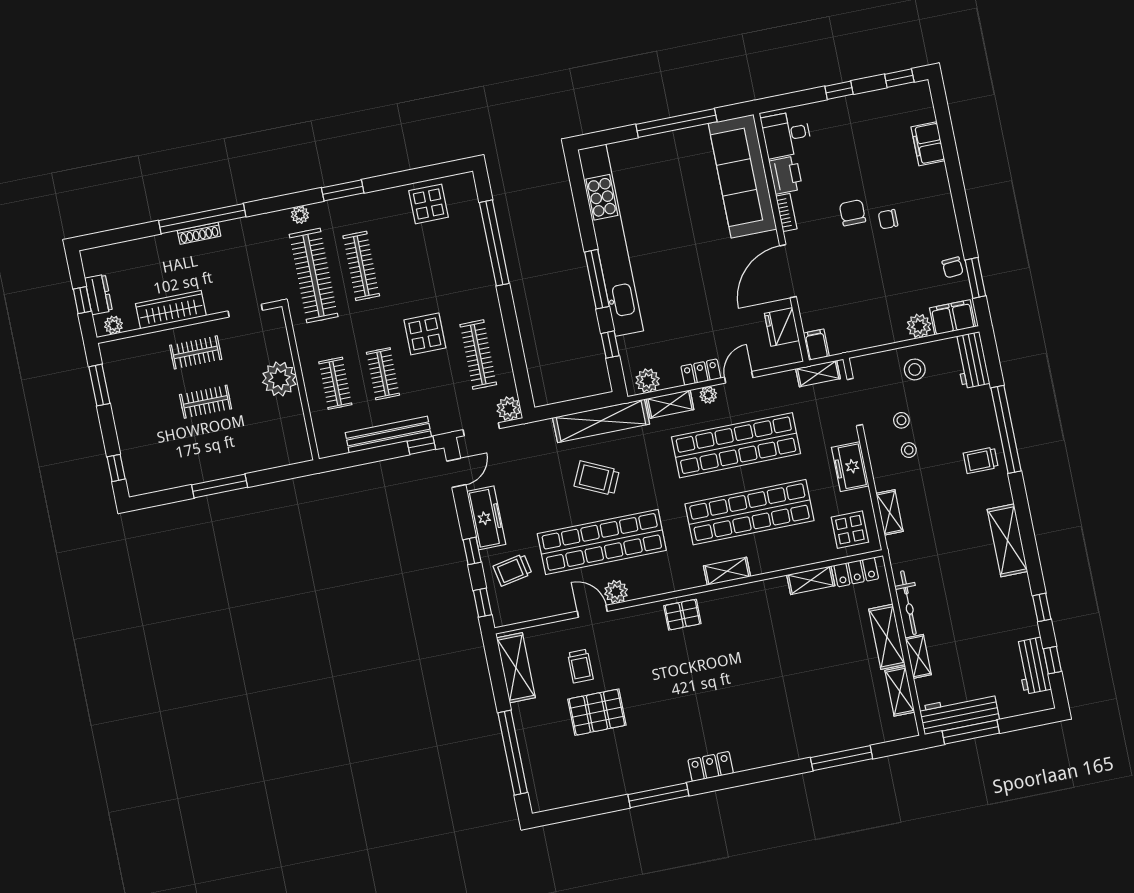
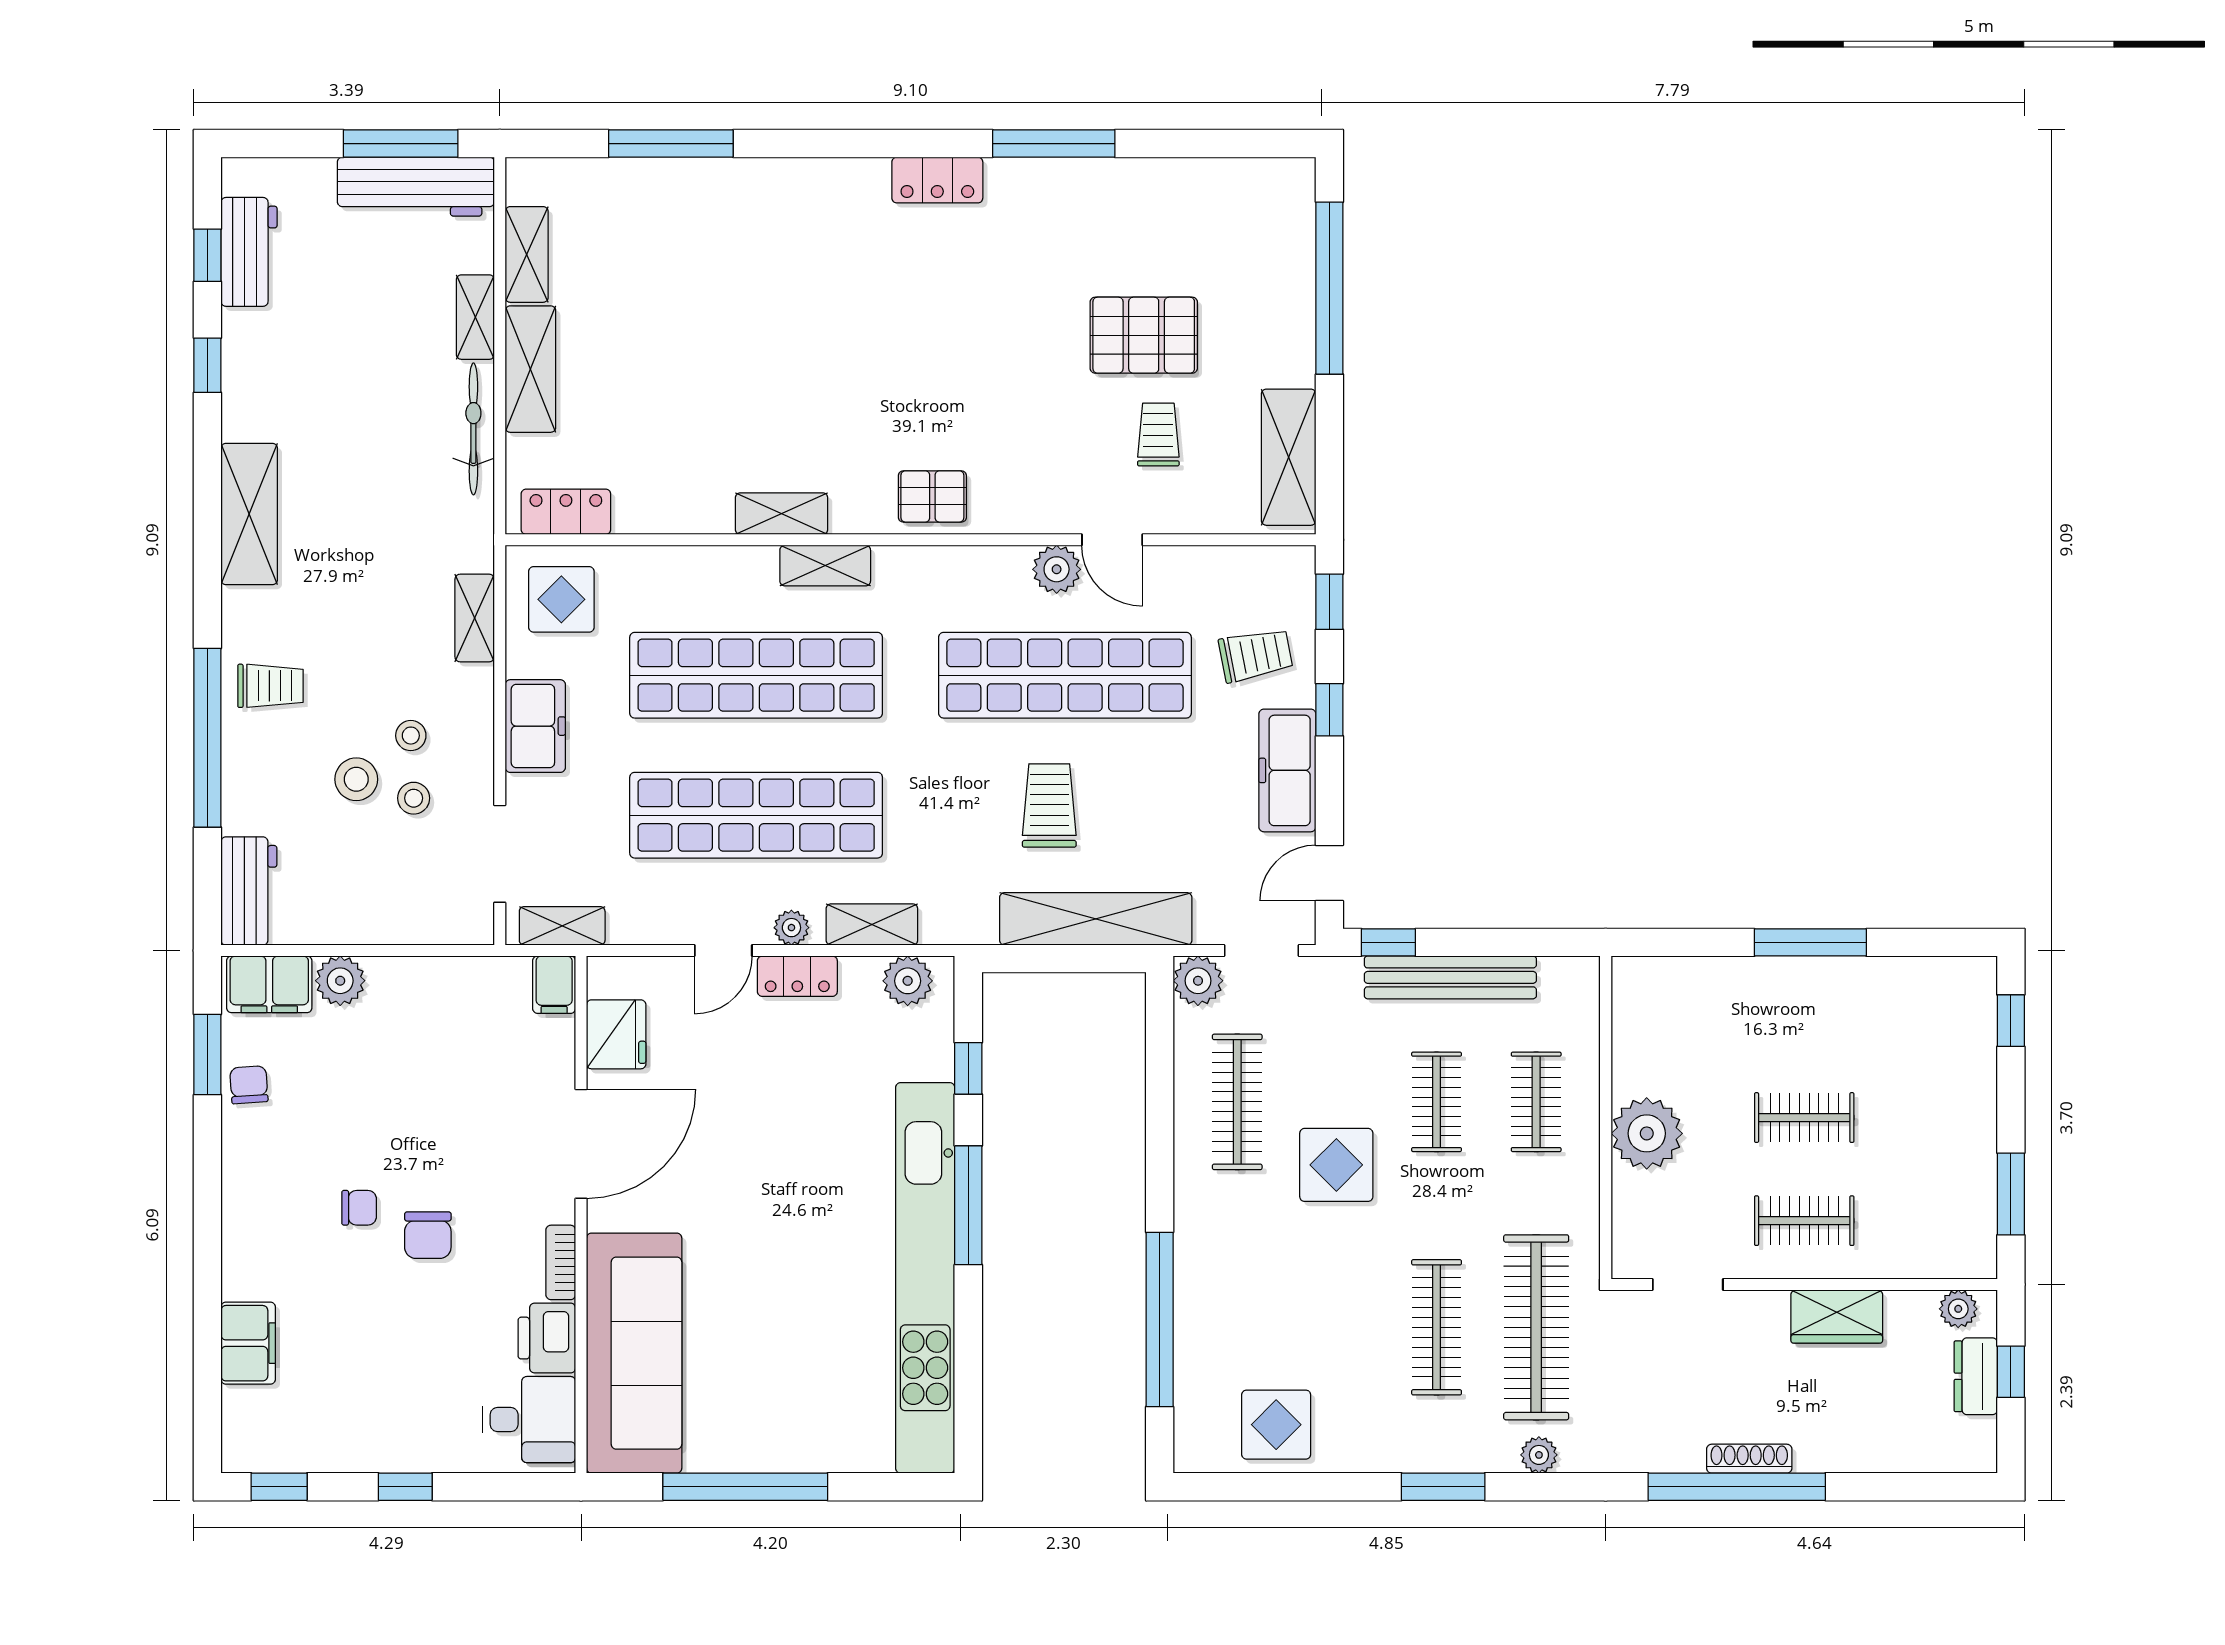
wardrobe: (171, 310) -> (1837, 1317), width x0.67
stool: (915, 369) -> (356, 779), moved
shelving: (601, 421) -> (1096, 919), moved
trolley: (597, 478) -> (1049, 805), turned -115
shelving: (811, 580) -> (782, 514), moved

